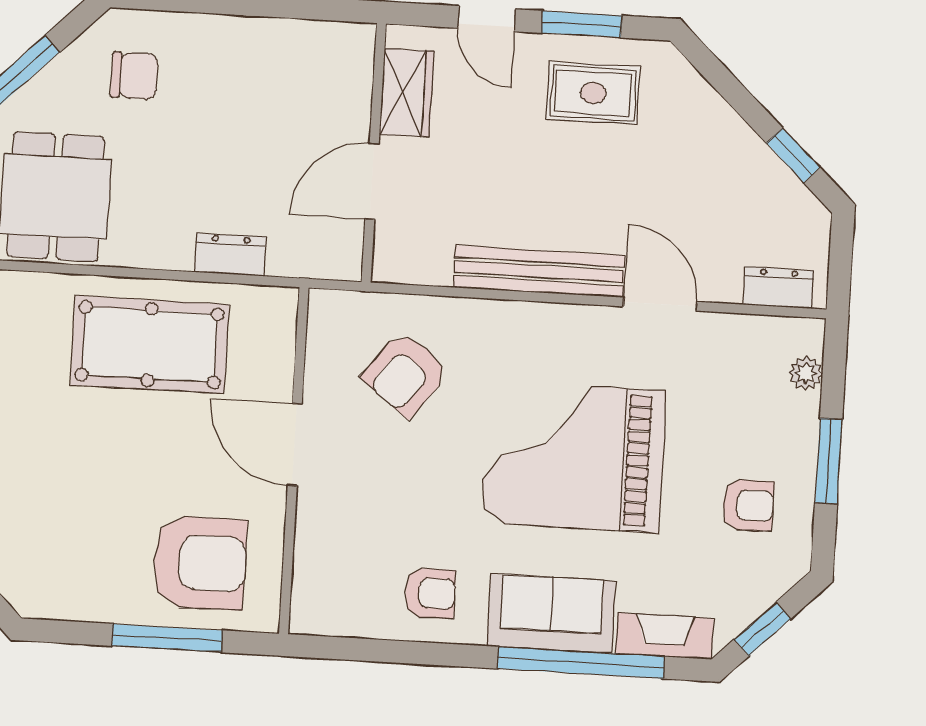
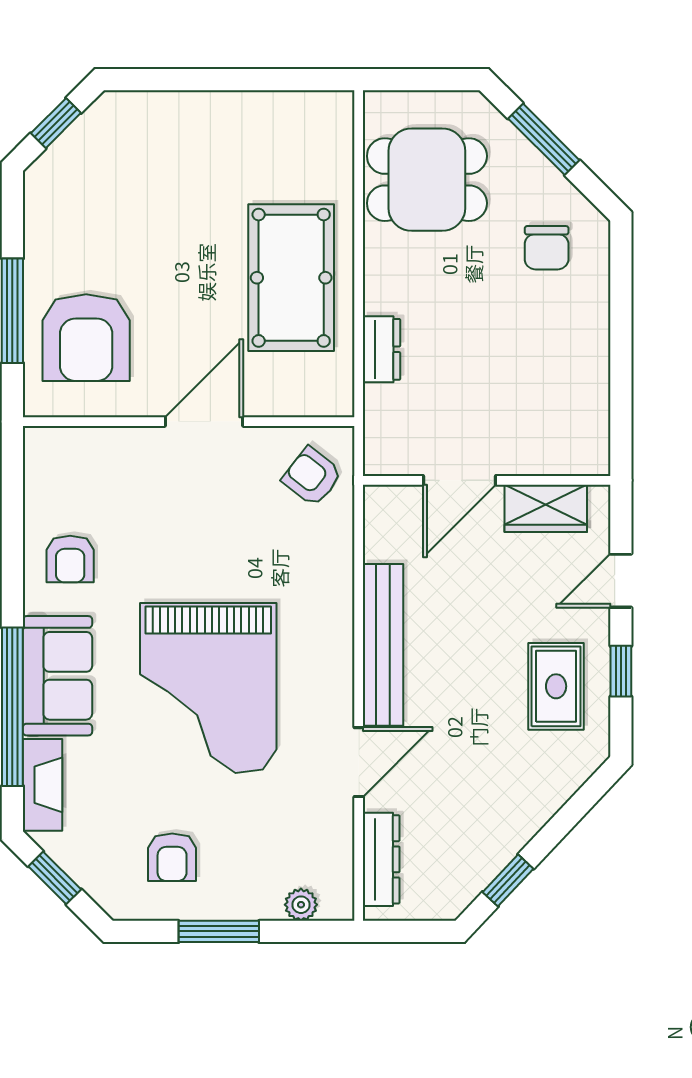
window: (582, 24) -> (621, 671), width x0.67
door: (372, 181) -> (459, 480), swing flipped
dresser: (778, 288) -> (381, 859), width x1.44
armchair: (405, 374) -> (312, 477), moved, width x0.72, depth x0.72
grand piano: (574, 457) -> (208, 688), turned 180

